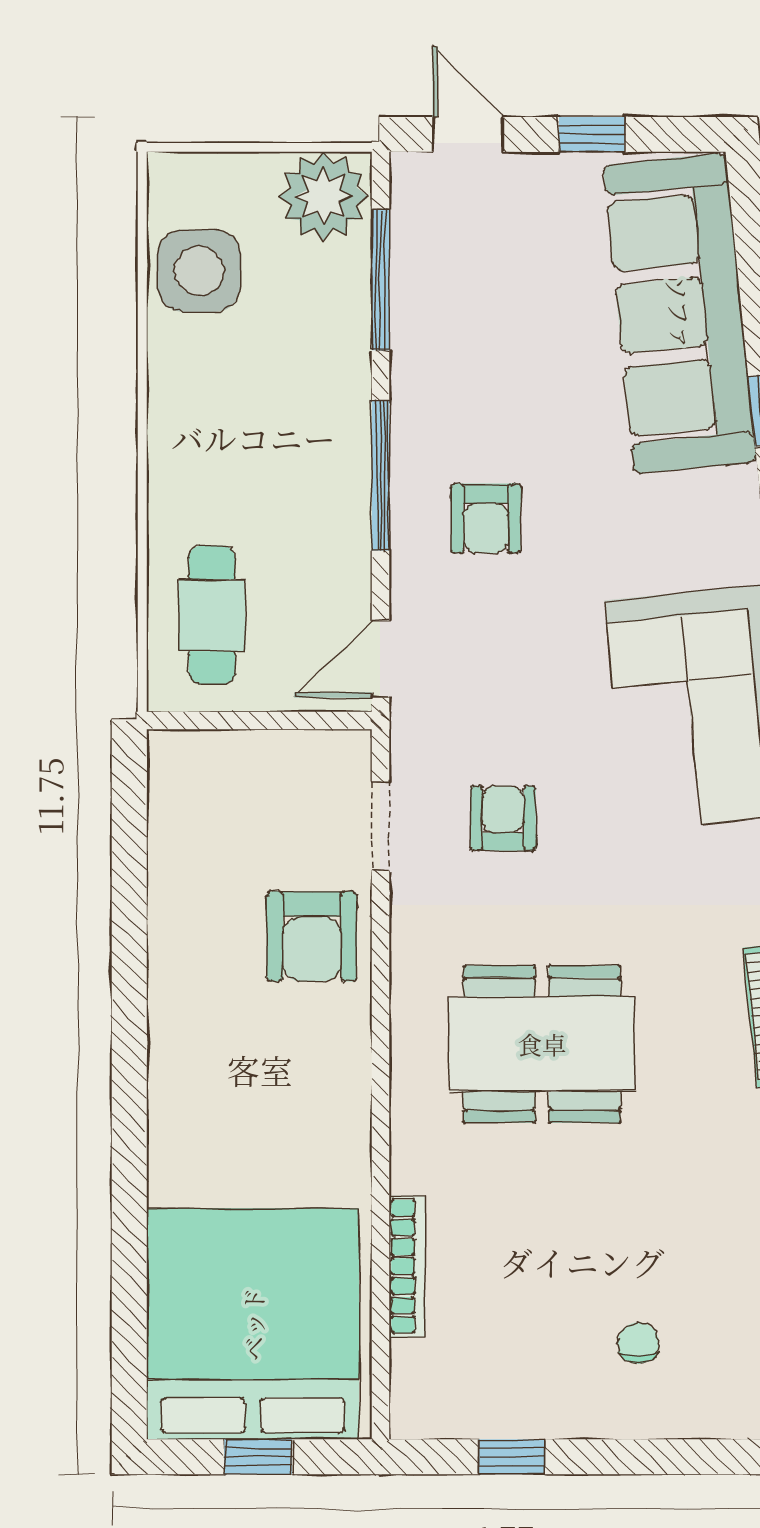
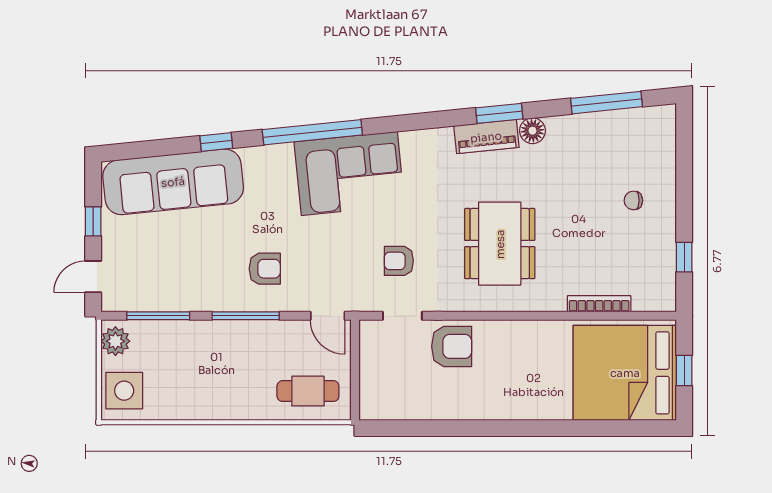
plant: (324, 196) -> (115, 341), width x0.73, depth x0.73
side table: (199, 271) -> (124, 391), moved

